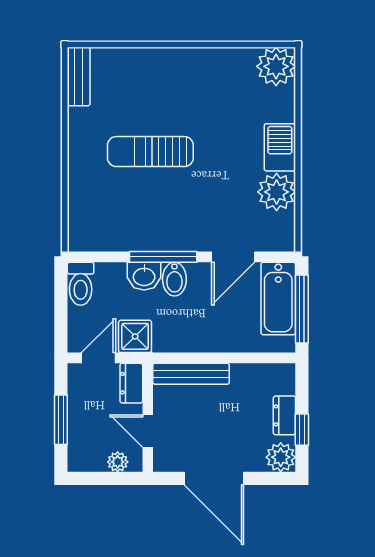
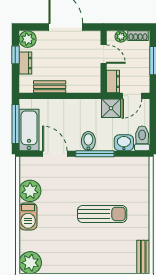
door: (233, 257) -> (55, 154), hinge flipped
washbasin: (144, 276) -> (124, 143), moved
bench: (191, 374) -> (50, 87), moved, width x0.73
shoe rack: (88, 463) -> (138, 36), added

